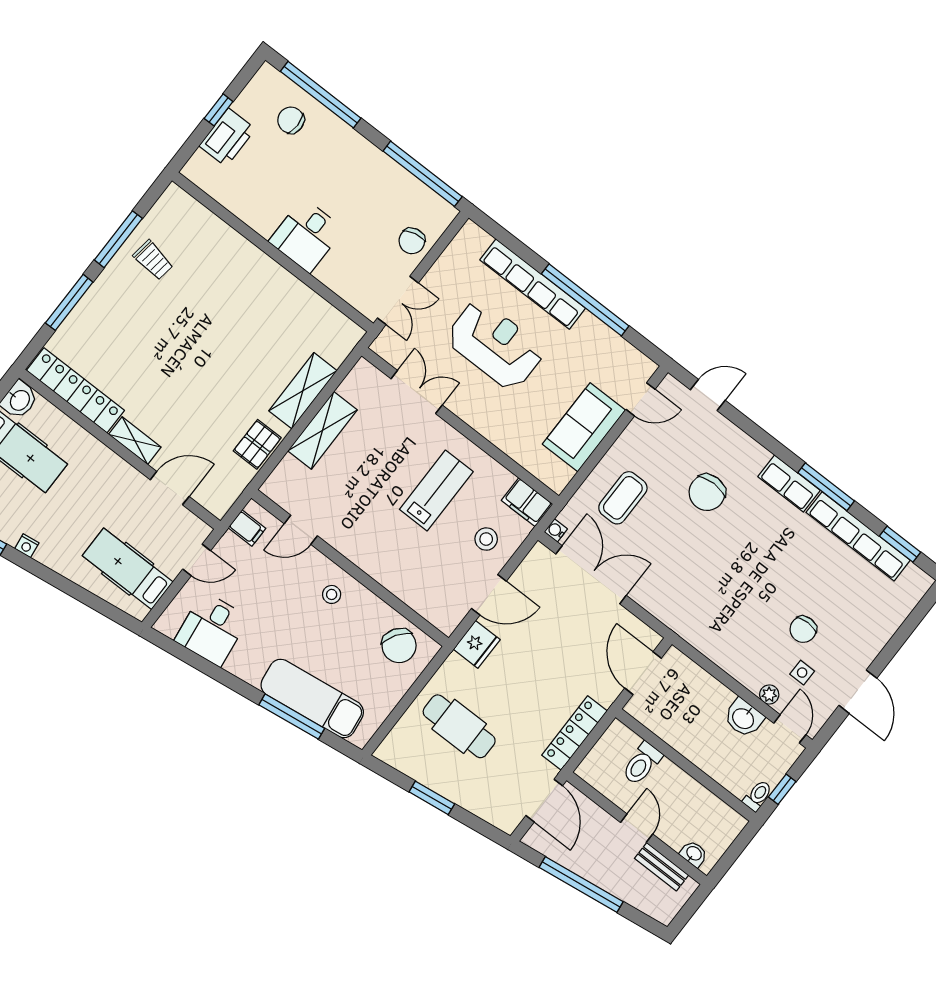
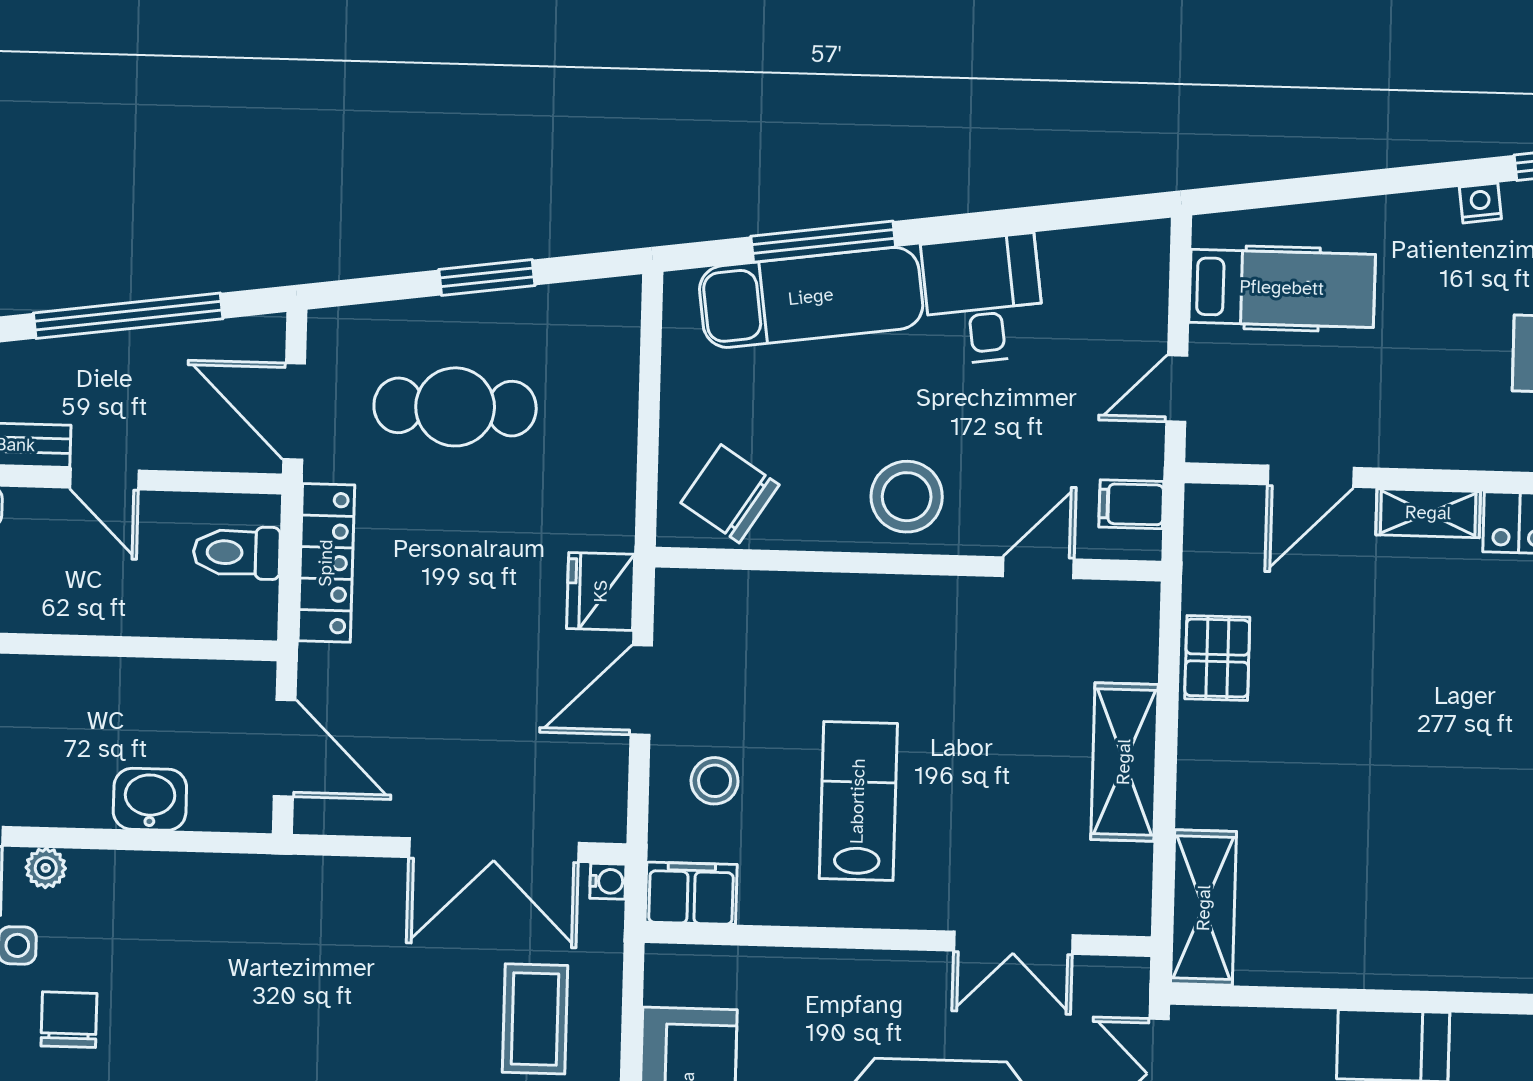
shelving: (303, 391) -> (1204, 908), moved
lab bench: (436, 491) -> (858, 801), turned 180
stool: (332, 594) -> (907, 497), width x1.89, depth x1.89
desk: (212, 629) -> (984, 299), moved
washbasin: (744, 718) -> (150, 799), moved
cafe table: (459, 726) -> (455, 407), moved
toilet: (642, 764) -> (237, 553), moved, turned -90

